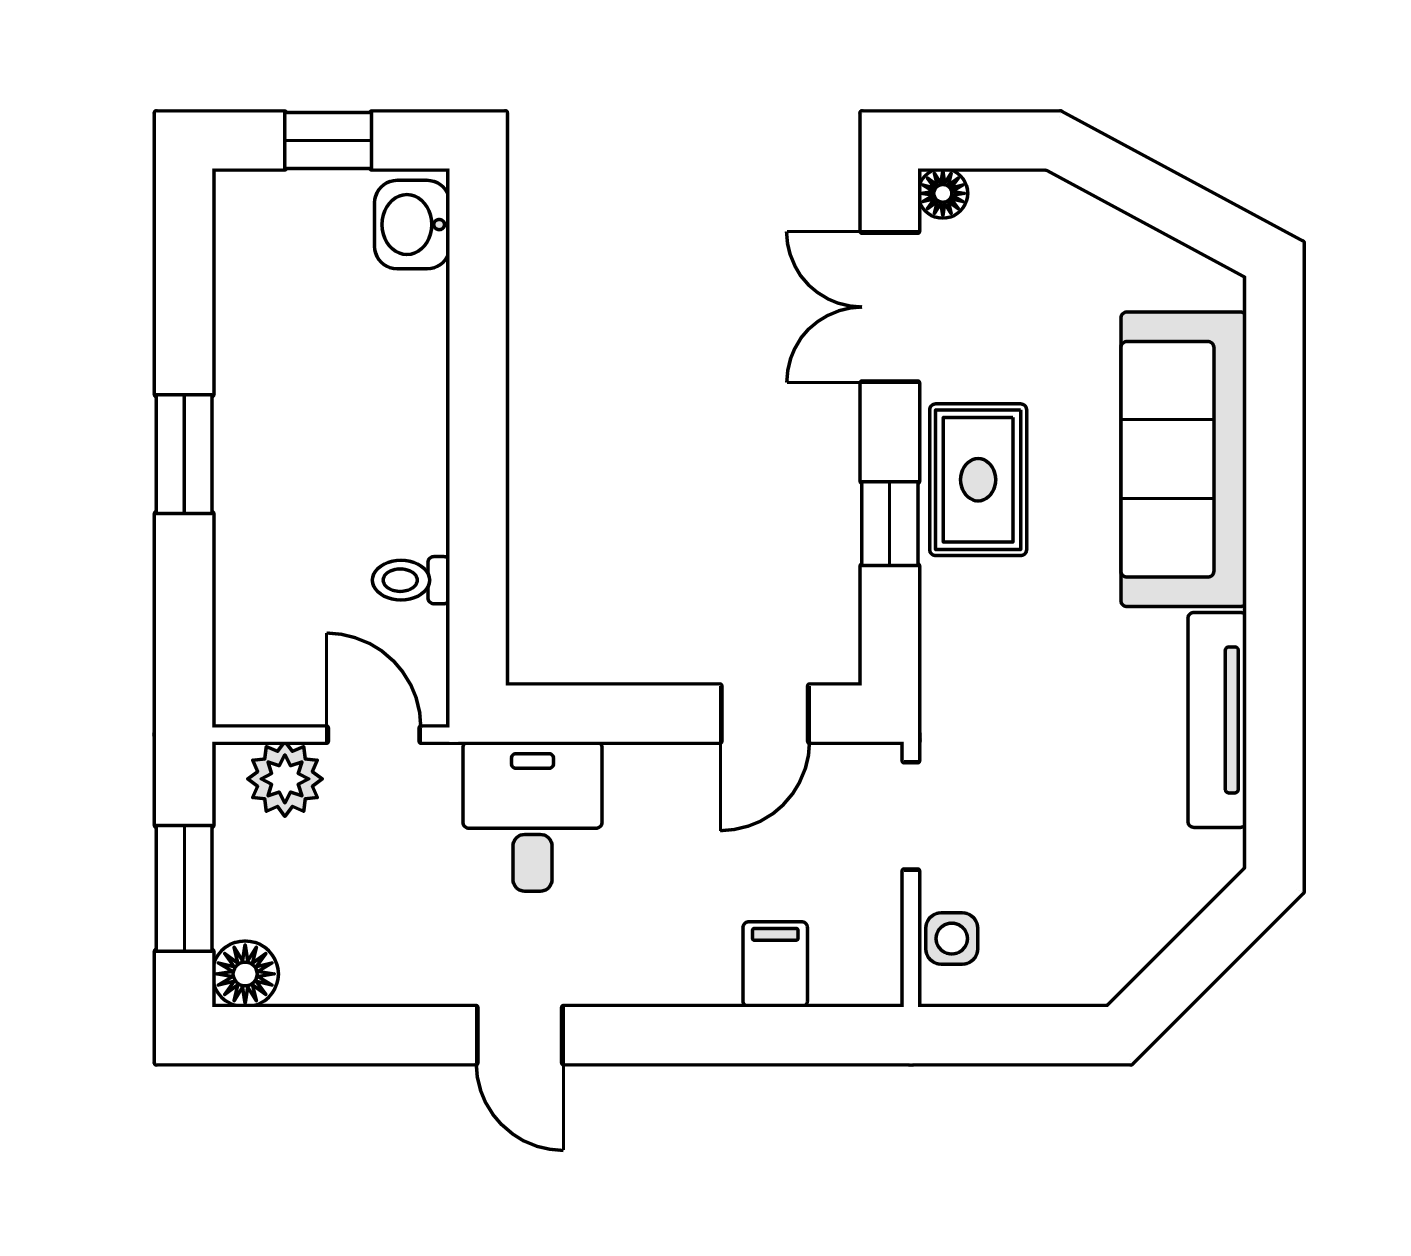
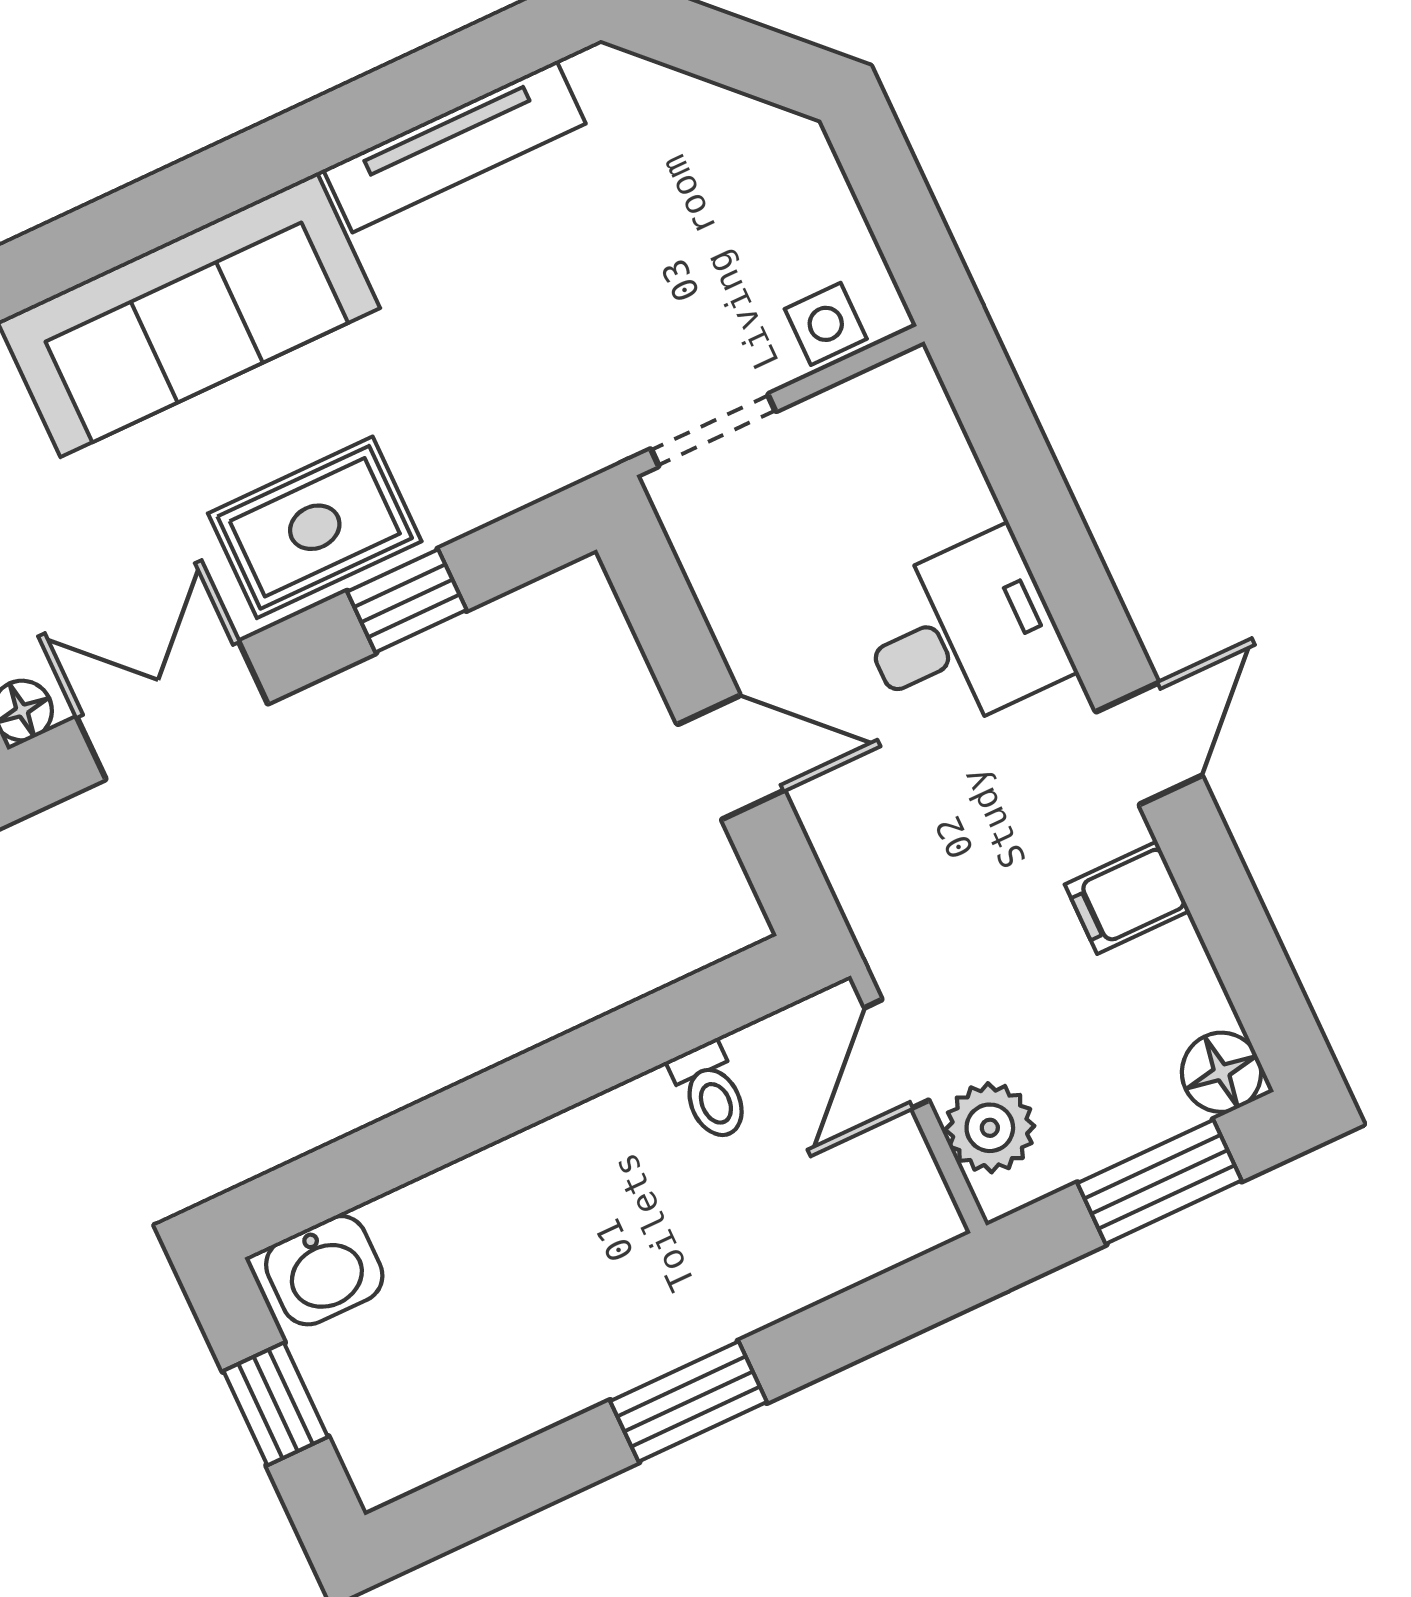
double door: (890, 307) -> (172, 710), swing flipped
door: (765, 714) -> (731, 757), moved
desk: (532, 816) -> (962, 635), moved, turned 180
filing cabinet: (775, 964) -> (1127, 898), moved

